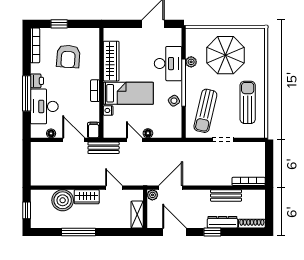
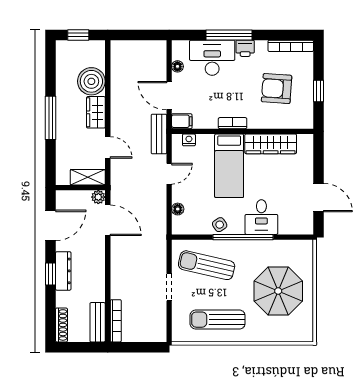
window: (59, 24) -> (318, 91), moved
plant: (191, 62) -> (270, 247), removed
desk: (168, 64) -> (261, 217), width x0.73
sun lounger: (248, 102) -> (218, 320), turned 180
nightstand: (108, 110) -> (189, 140), moved
floor lamp: (148, 133) -> (178, 209), moved
door: (74, 140) -> (169, 96), swing flipped
door: (114, 188) -> (108, 147), hinge flipped
bench: (226, 195) -> (98, 322), moved
shelving: (137, 215) -> (88, 177), moved
dresser: (222, 222) -> (63, 271), moved
window: (79, 232) -> (51, 118), moved

